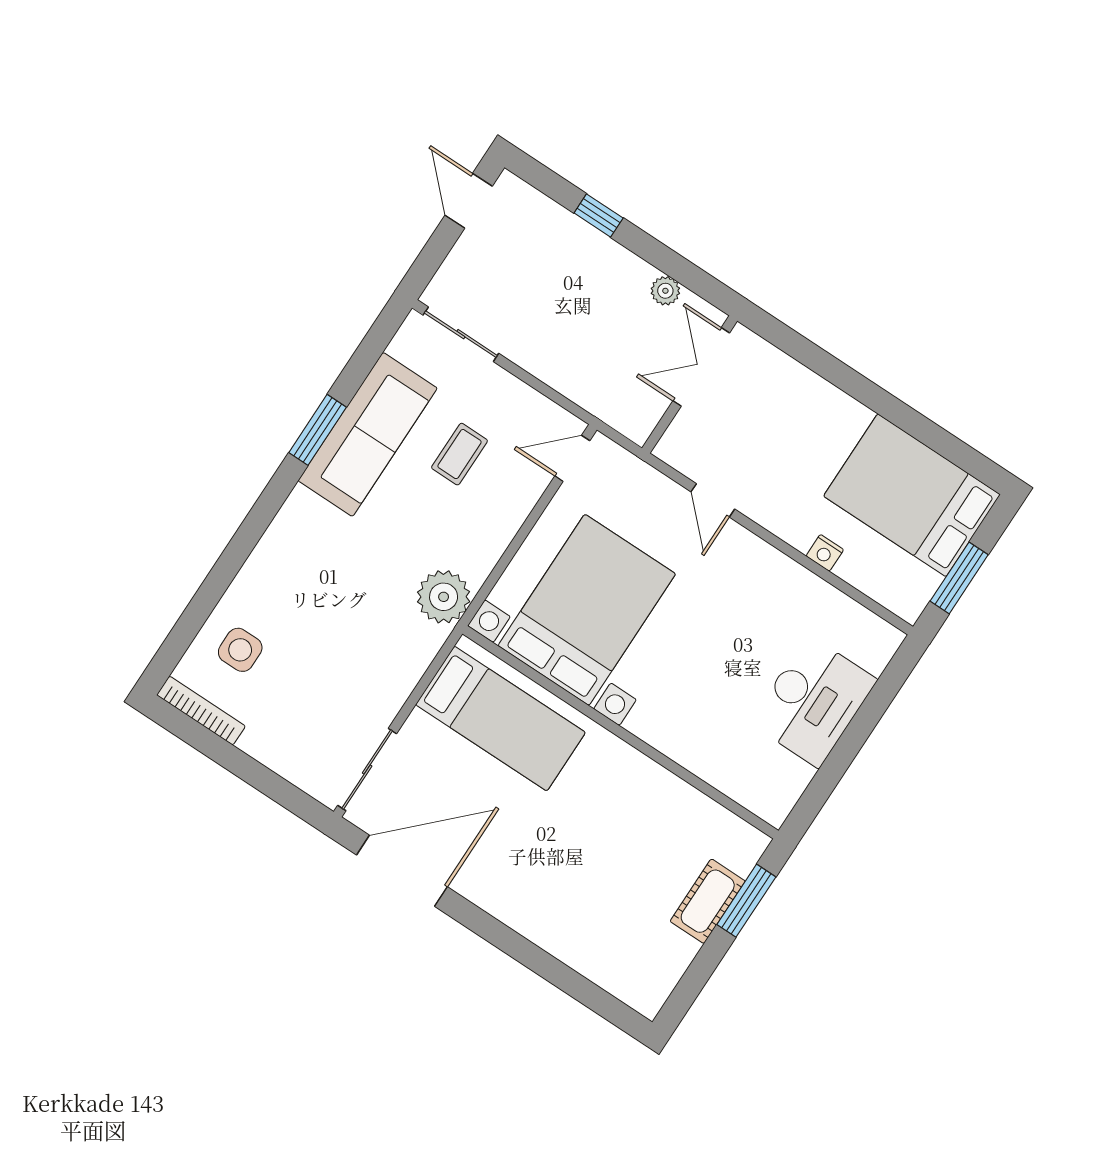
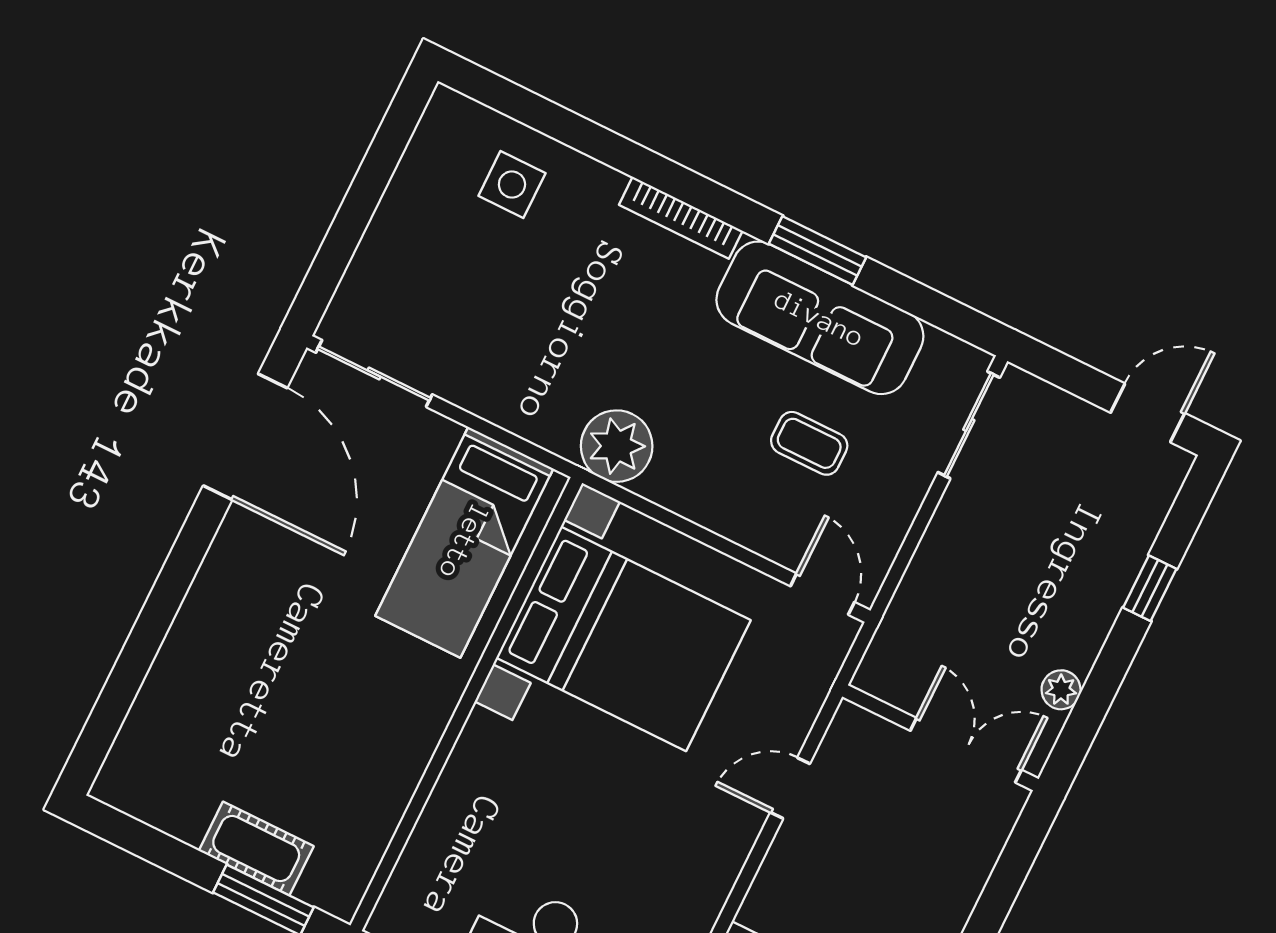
bookcase: (201, 711) -> (681, 218), moved, turned 90

